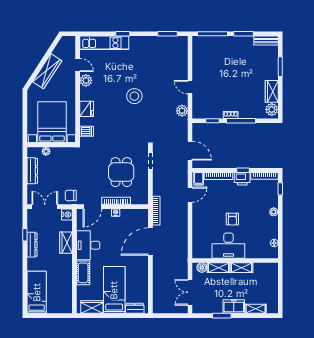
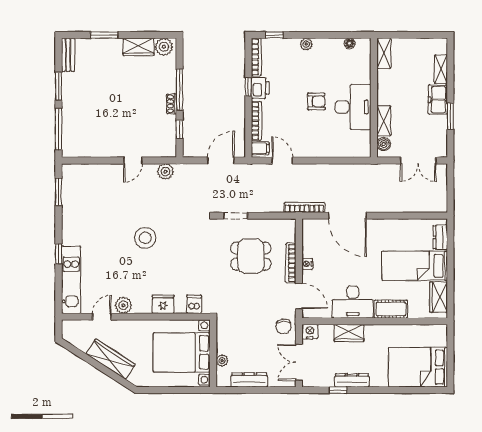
shelving: (241, 268) -> (384, 53), moved
bed: (37, 292) -> (418, 367), width x1.50

